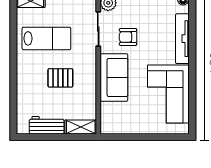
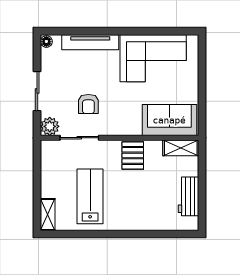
sofa: (114, 77) -> (169, 120), moved
pallet: (60, 78) -> (133, 155), moved
shelving: (81, 127) -> (181, 148), moved, turned 90

